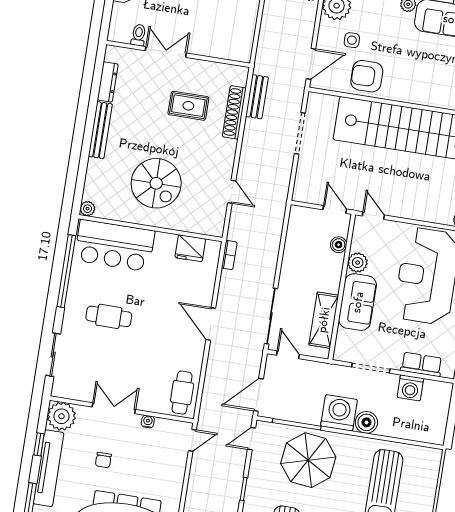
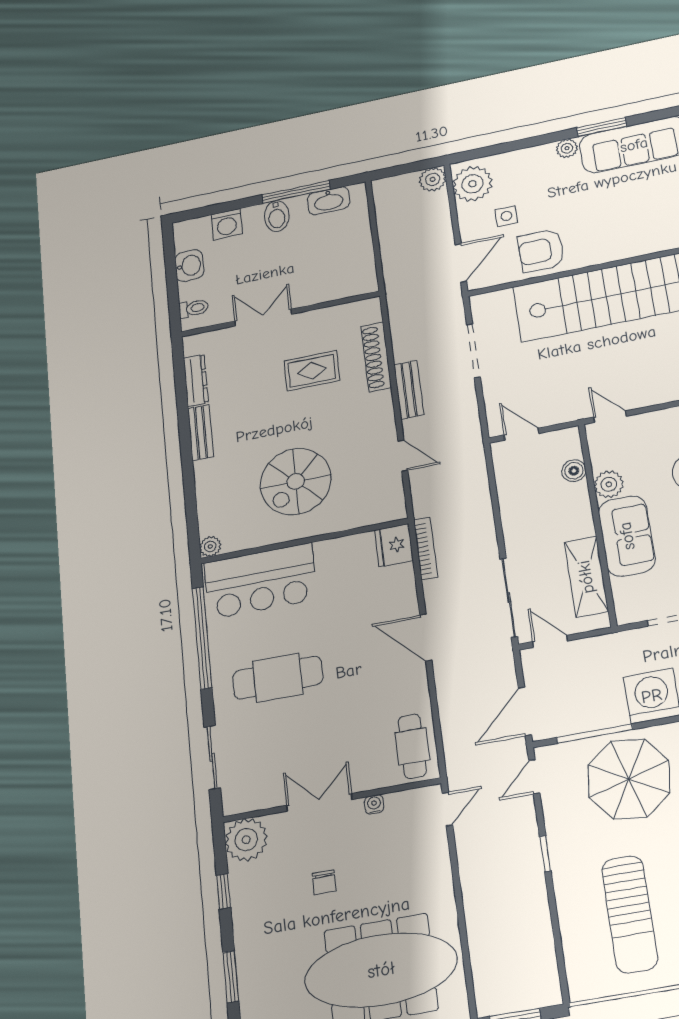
toilet: (139, 35) -> (194, 308), moved, turned 90
bench: (257, 97) -> (409, 390), moved
bench: (100, 130) -> (201, 433), width x0.73
spiral stairs: (156, 183) -> (296, 481), turned 90
door: (335, 209) -> (521, 434), moved
fridge: (190, 248) -> (394, 545), moved, turned 90
bookcase: (229, 255) -> (426, 548), width x1.56
cafe table: (109, 316) -> (278, 678), width x1.37, depth x1.35
tv unit: (49, 468) -> (246, 922), removed

